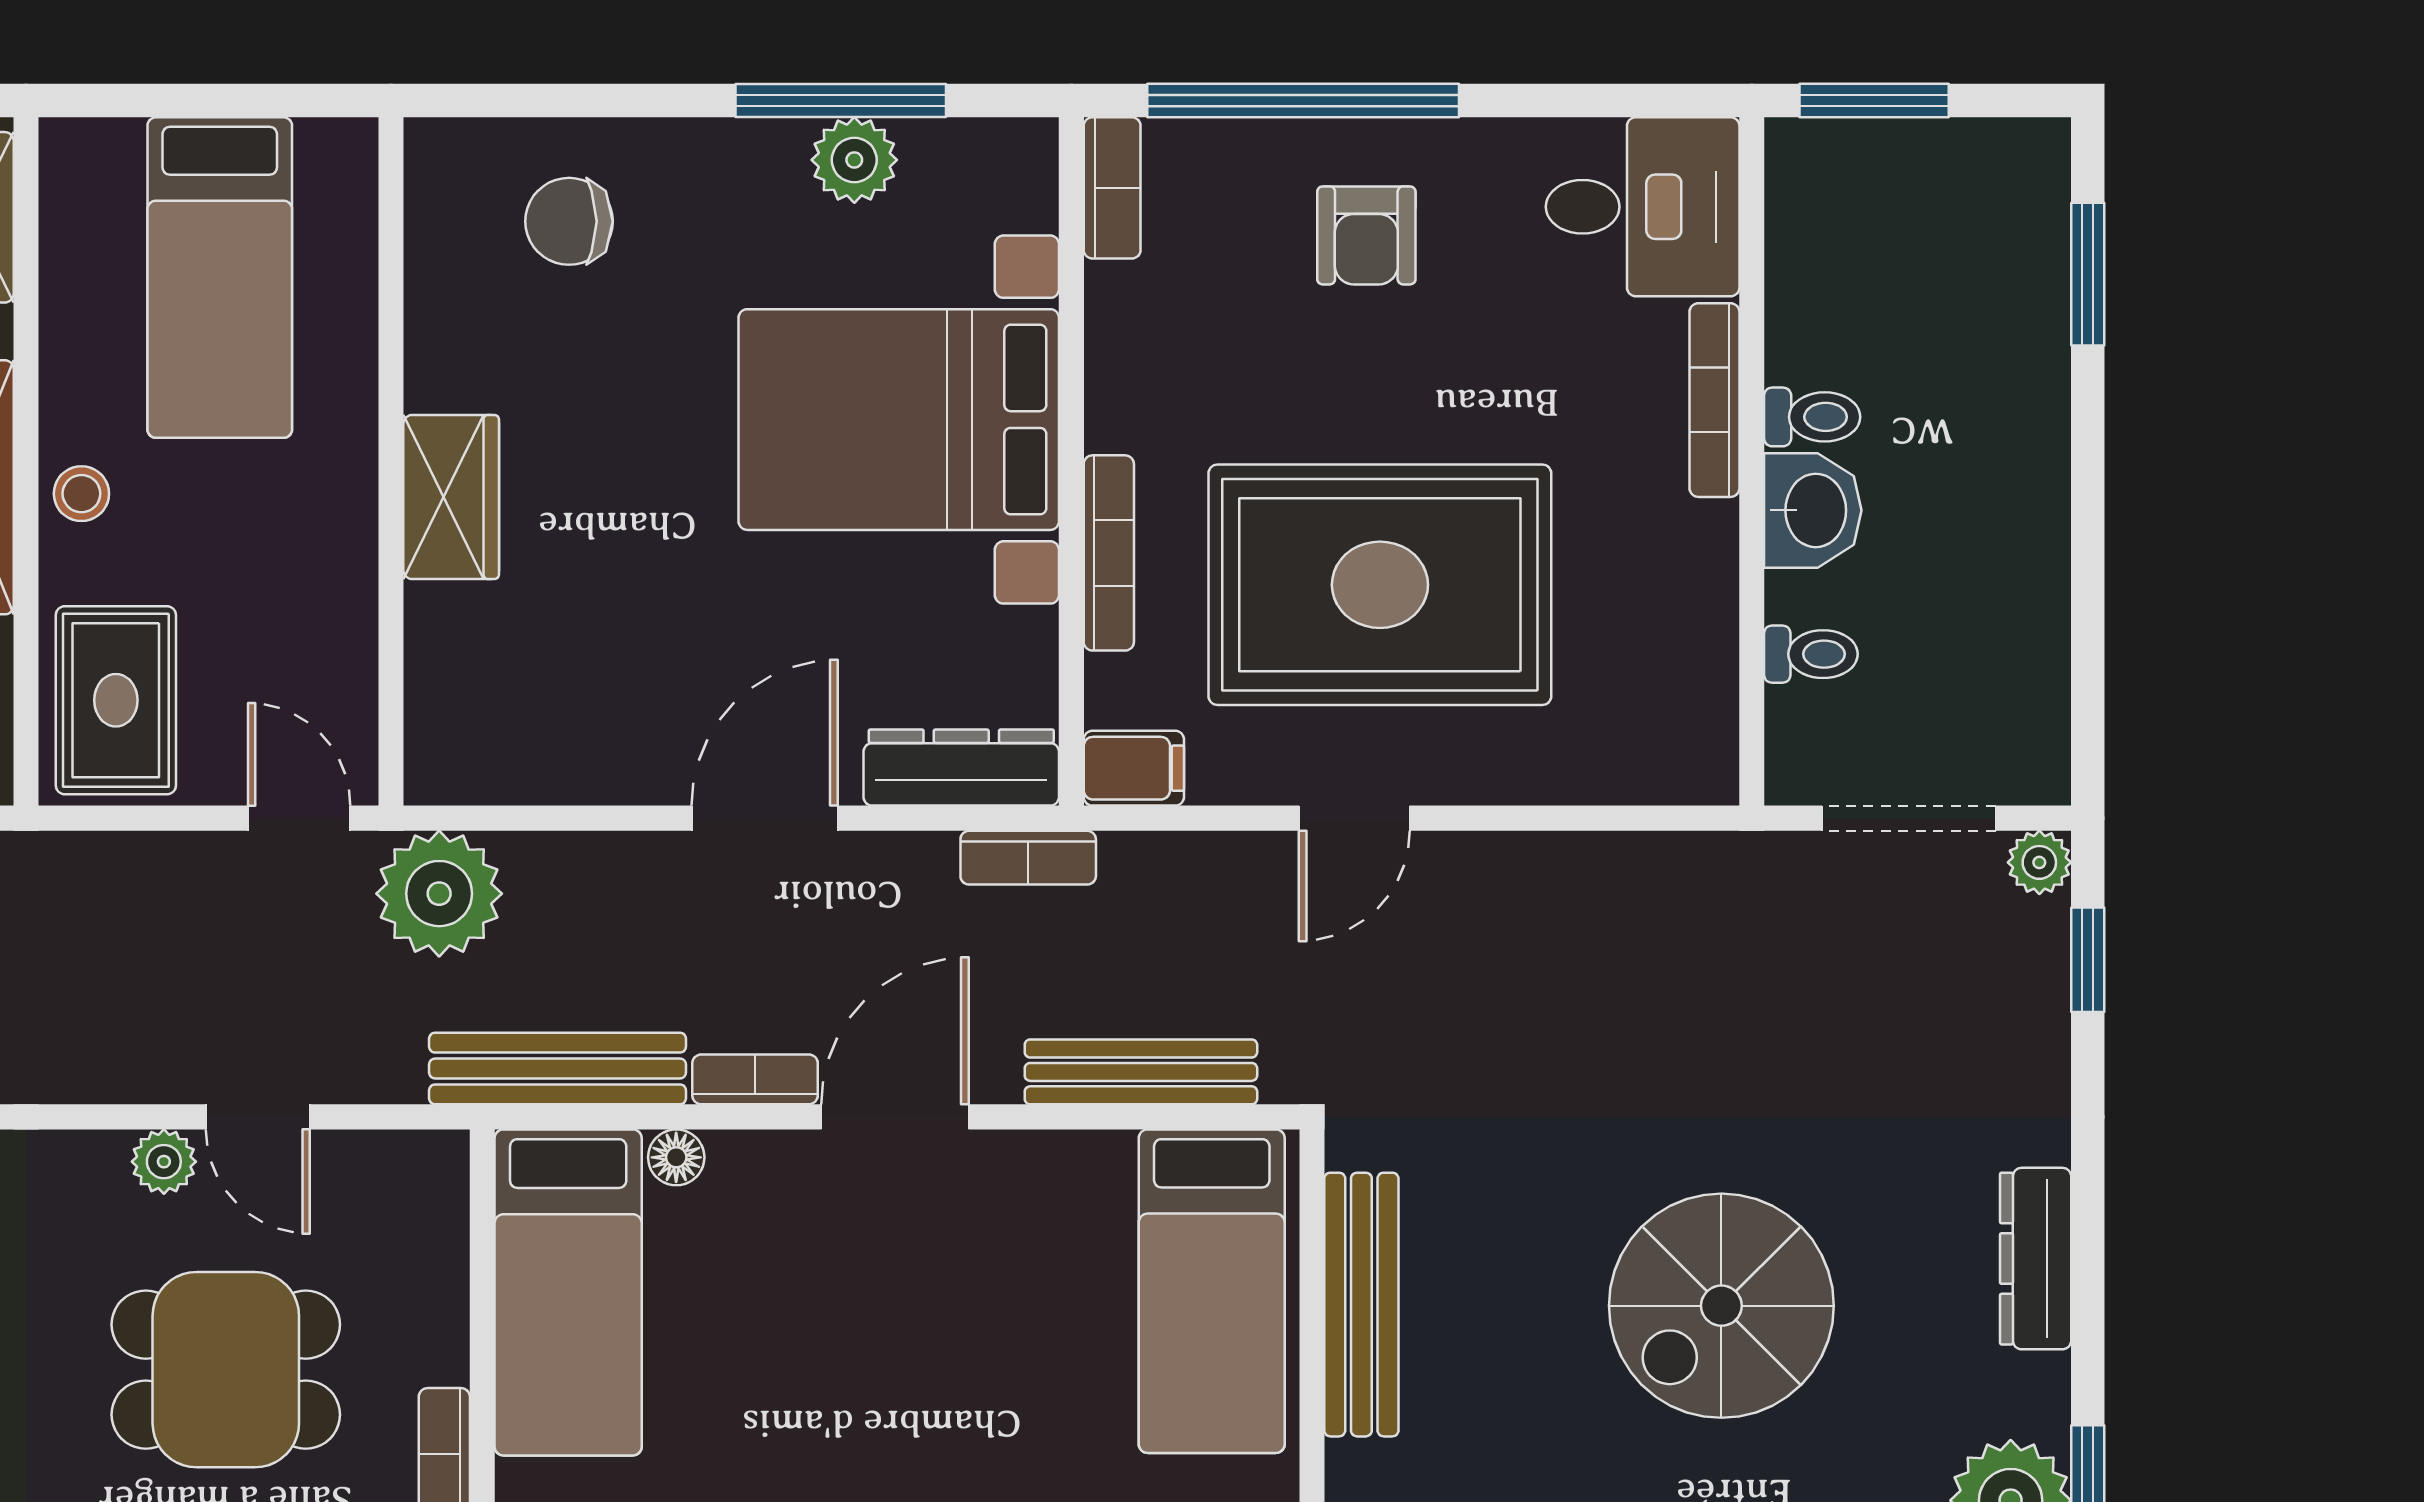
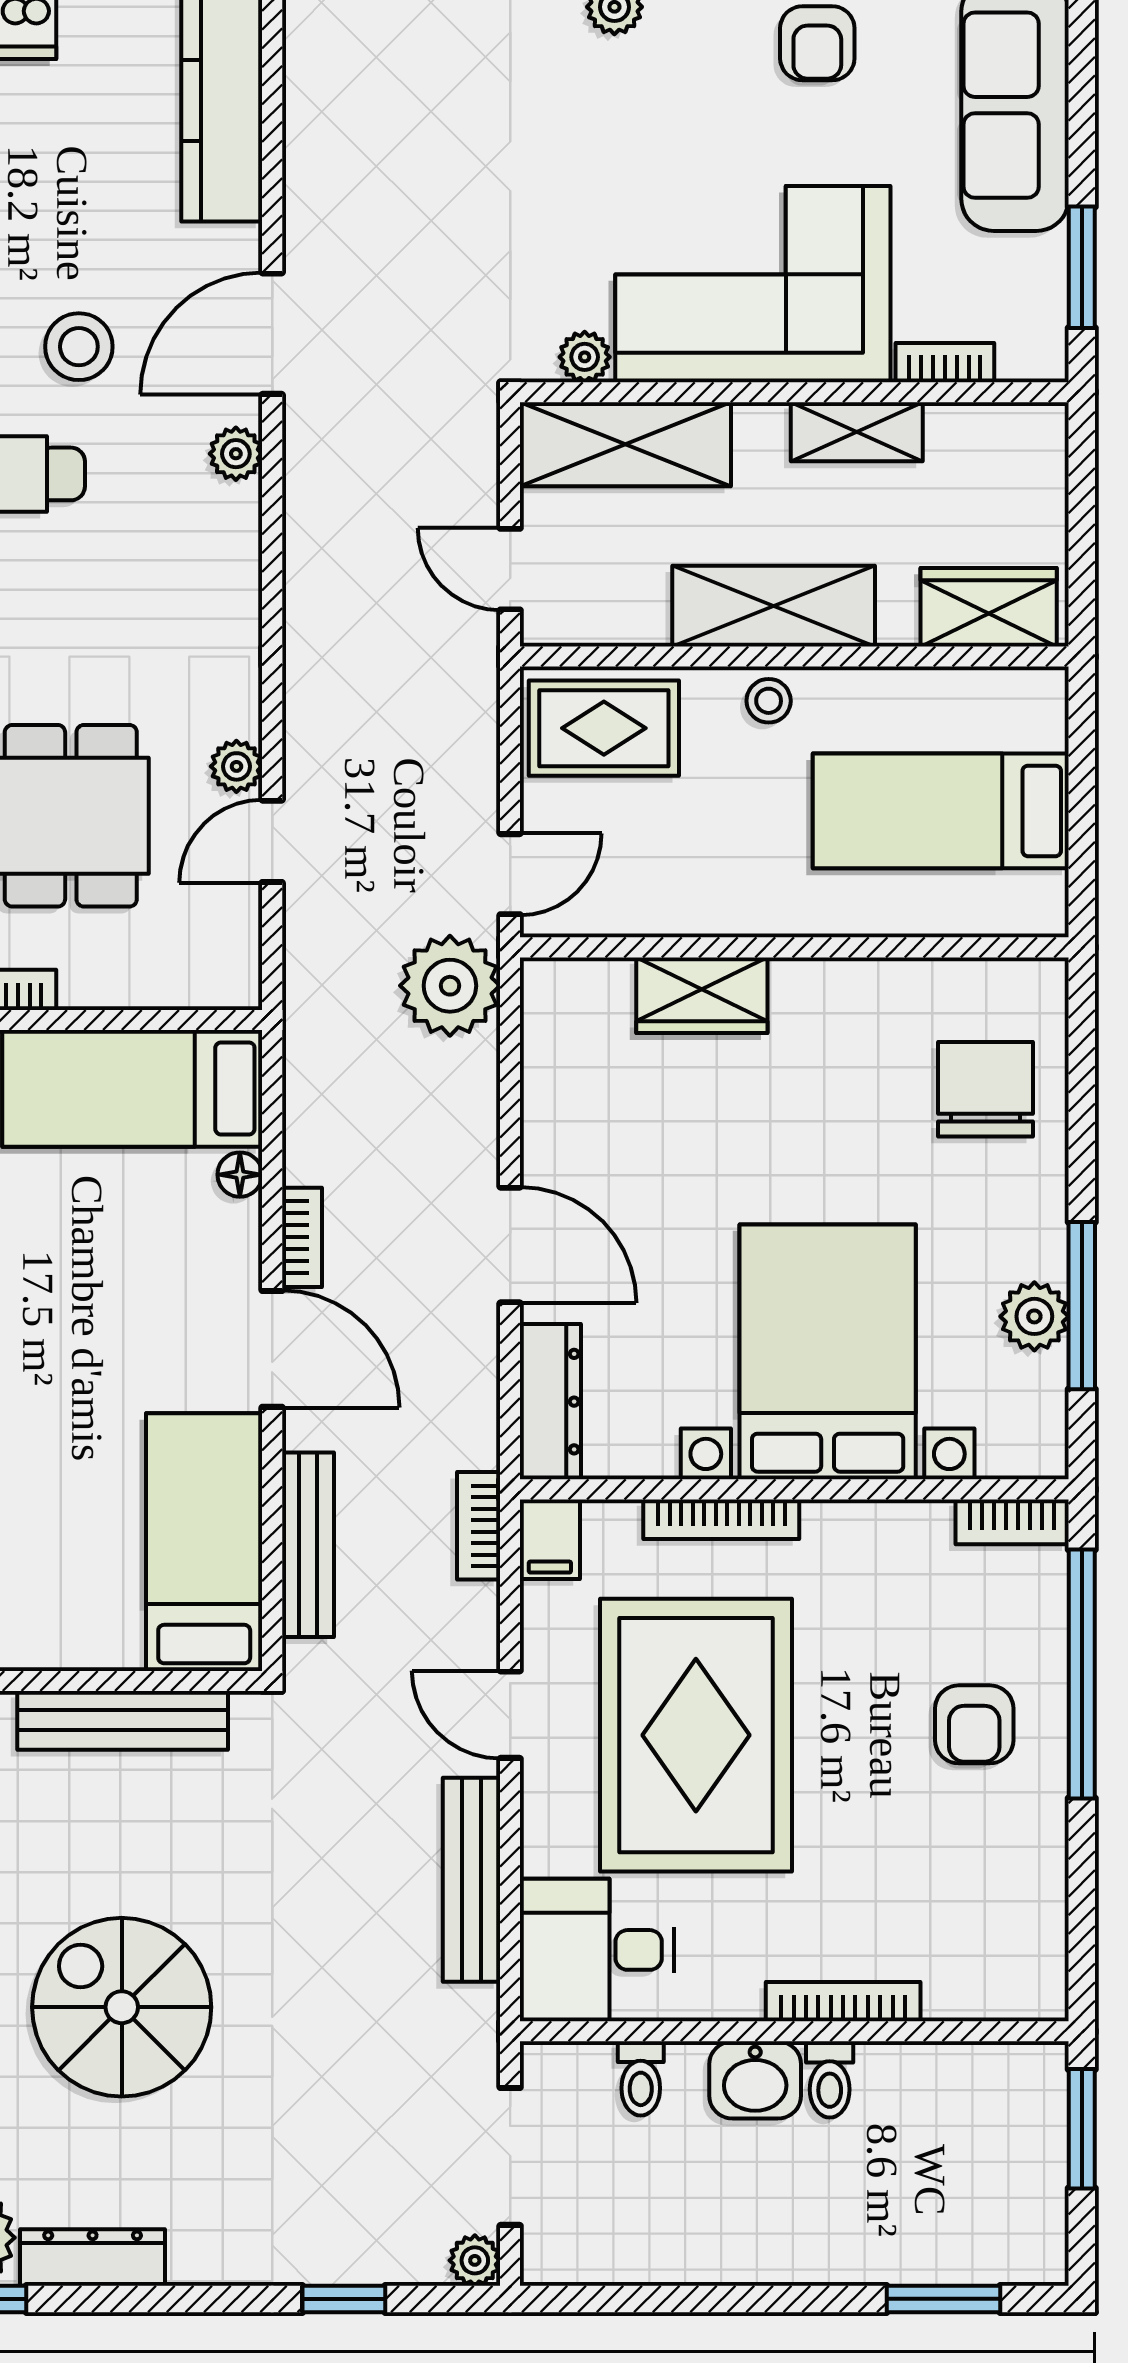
desk: (1643, 207) -> (597, 1950), moved, turned 90
chair: (569, 221) -> (985, 1089), width x1.37, depth x1.37
armchair: (1366, 235) -> (974, 1724), turned -90
wardrobe: (451, 497) -> (702, 995), moved
bookcase: (1028, 858) -> (479, 1526), moved
window: (2088, 960) -> (344, 2299), moved
bench: (558, 1068) -> (472, 1880), moved
dresser: (2036, 1259) -> (93, 2257), moved
bed: (1212, 1291) -> (204, 1542), moved, turned 90

